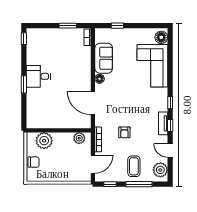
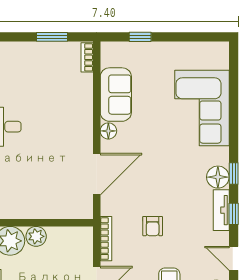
floor lamp: (161, 37) -> (218, 177), moved
door: (93, 103) -> (97, 174), swing flipped
plant: (79, 138) -> (36, 236), moved

